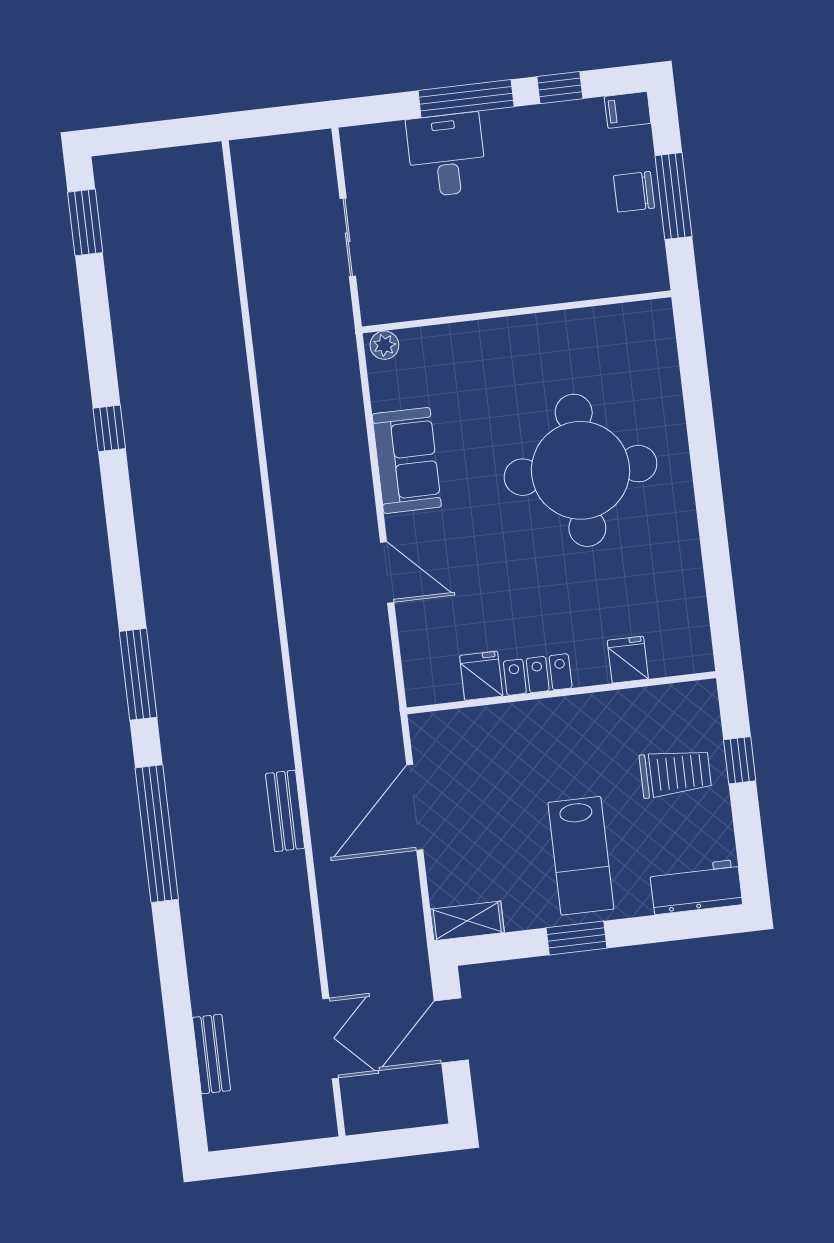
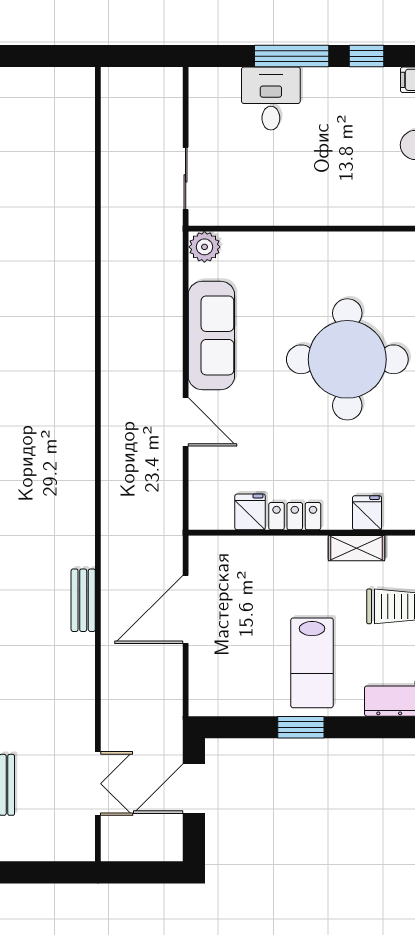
sliding door: (348, 237) -> (186, 178), moved
plant: (384, 345) -> (204, 247), width x1.38, depth x1.38
sofa: (407, 460) -> (211, 335), width x1.36
shelving: (467, 921) -> (357, 548), moved

